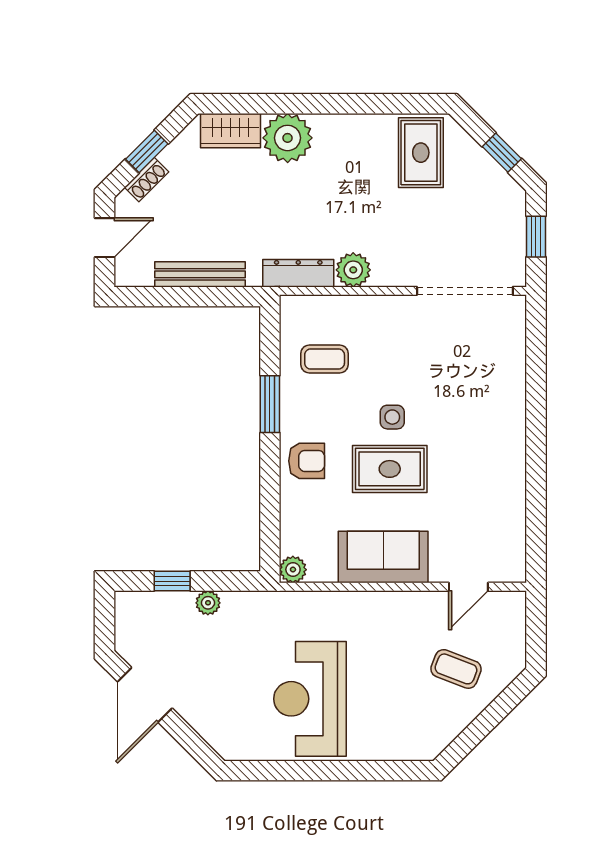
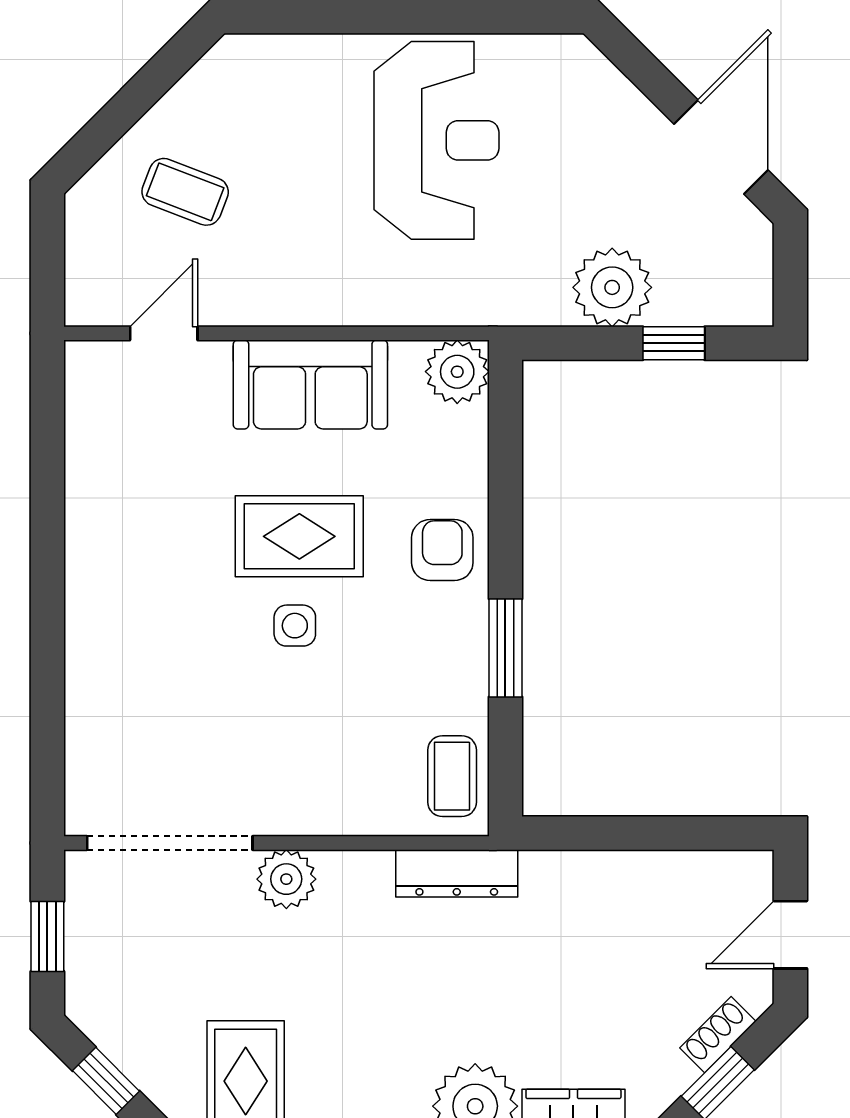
plant: (353, 270) -> (286, 879), moved
bench: (200, 274) -> (626, 871), removed
coffee table: (325, 359) -> (452, 776), moved, turned 90
armchair: (307, 461) -> (442, 550), turned 90
plant: (293, 570) -> (457, 372), width x1.38, depth x1.38
plant: (208, 603) -> (612, 287), width x1.88, depth x1.88

